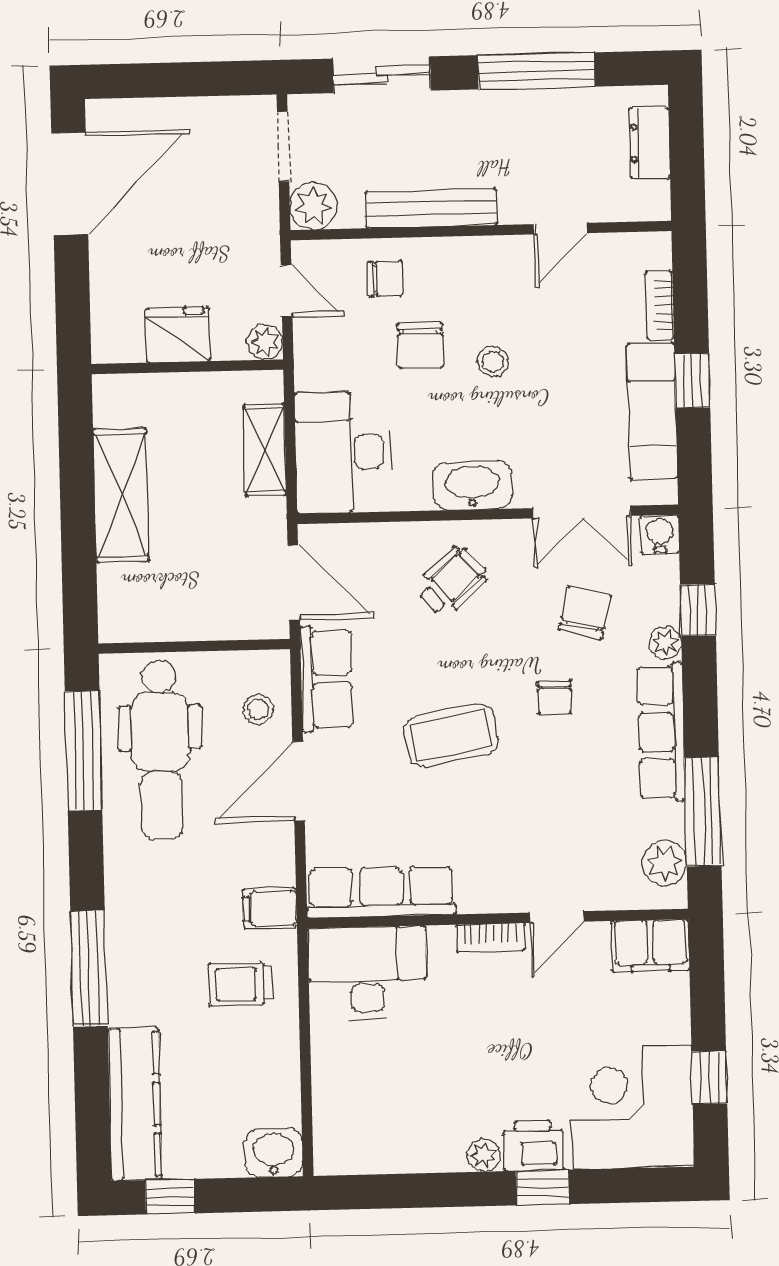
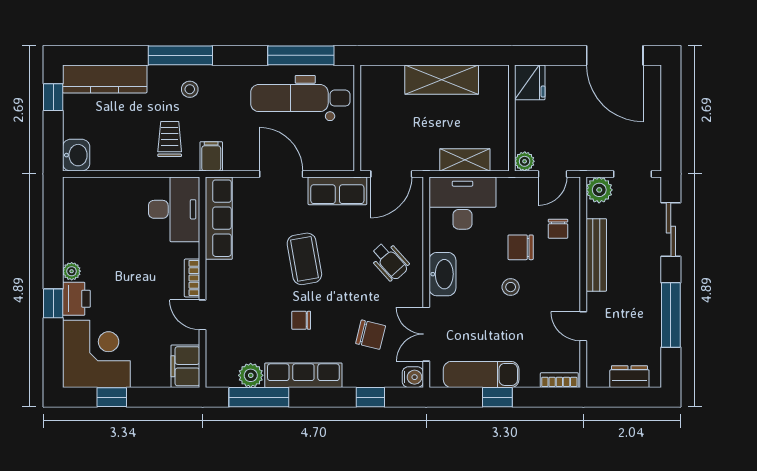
bookcase: (660, 305) -> (559, 380), moved
fridge: (178, 335) -> (530, 82), moved
plant: (665, 643) -> (353, 379), removed
chair: (554, 697) -> (301, 320), moved
stool: (258, 709) -> (190, 89), moved
plant: (665, 863) -> (251, 375), moved

